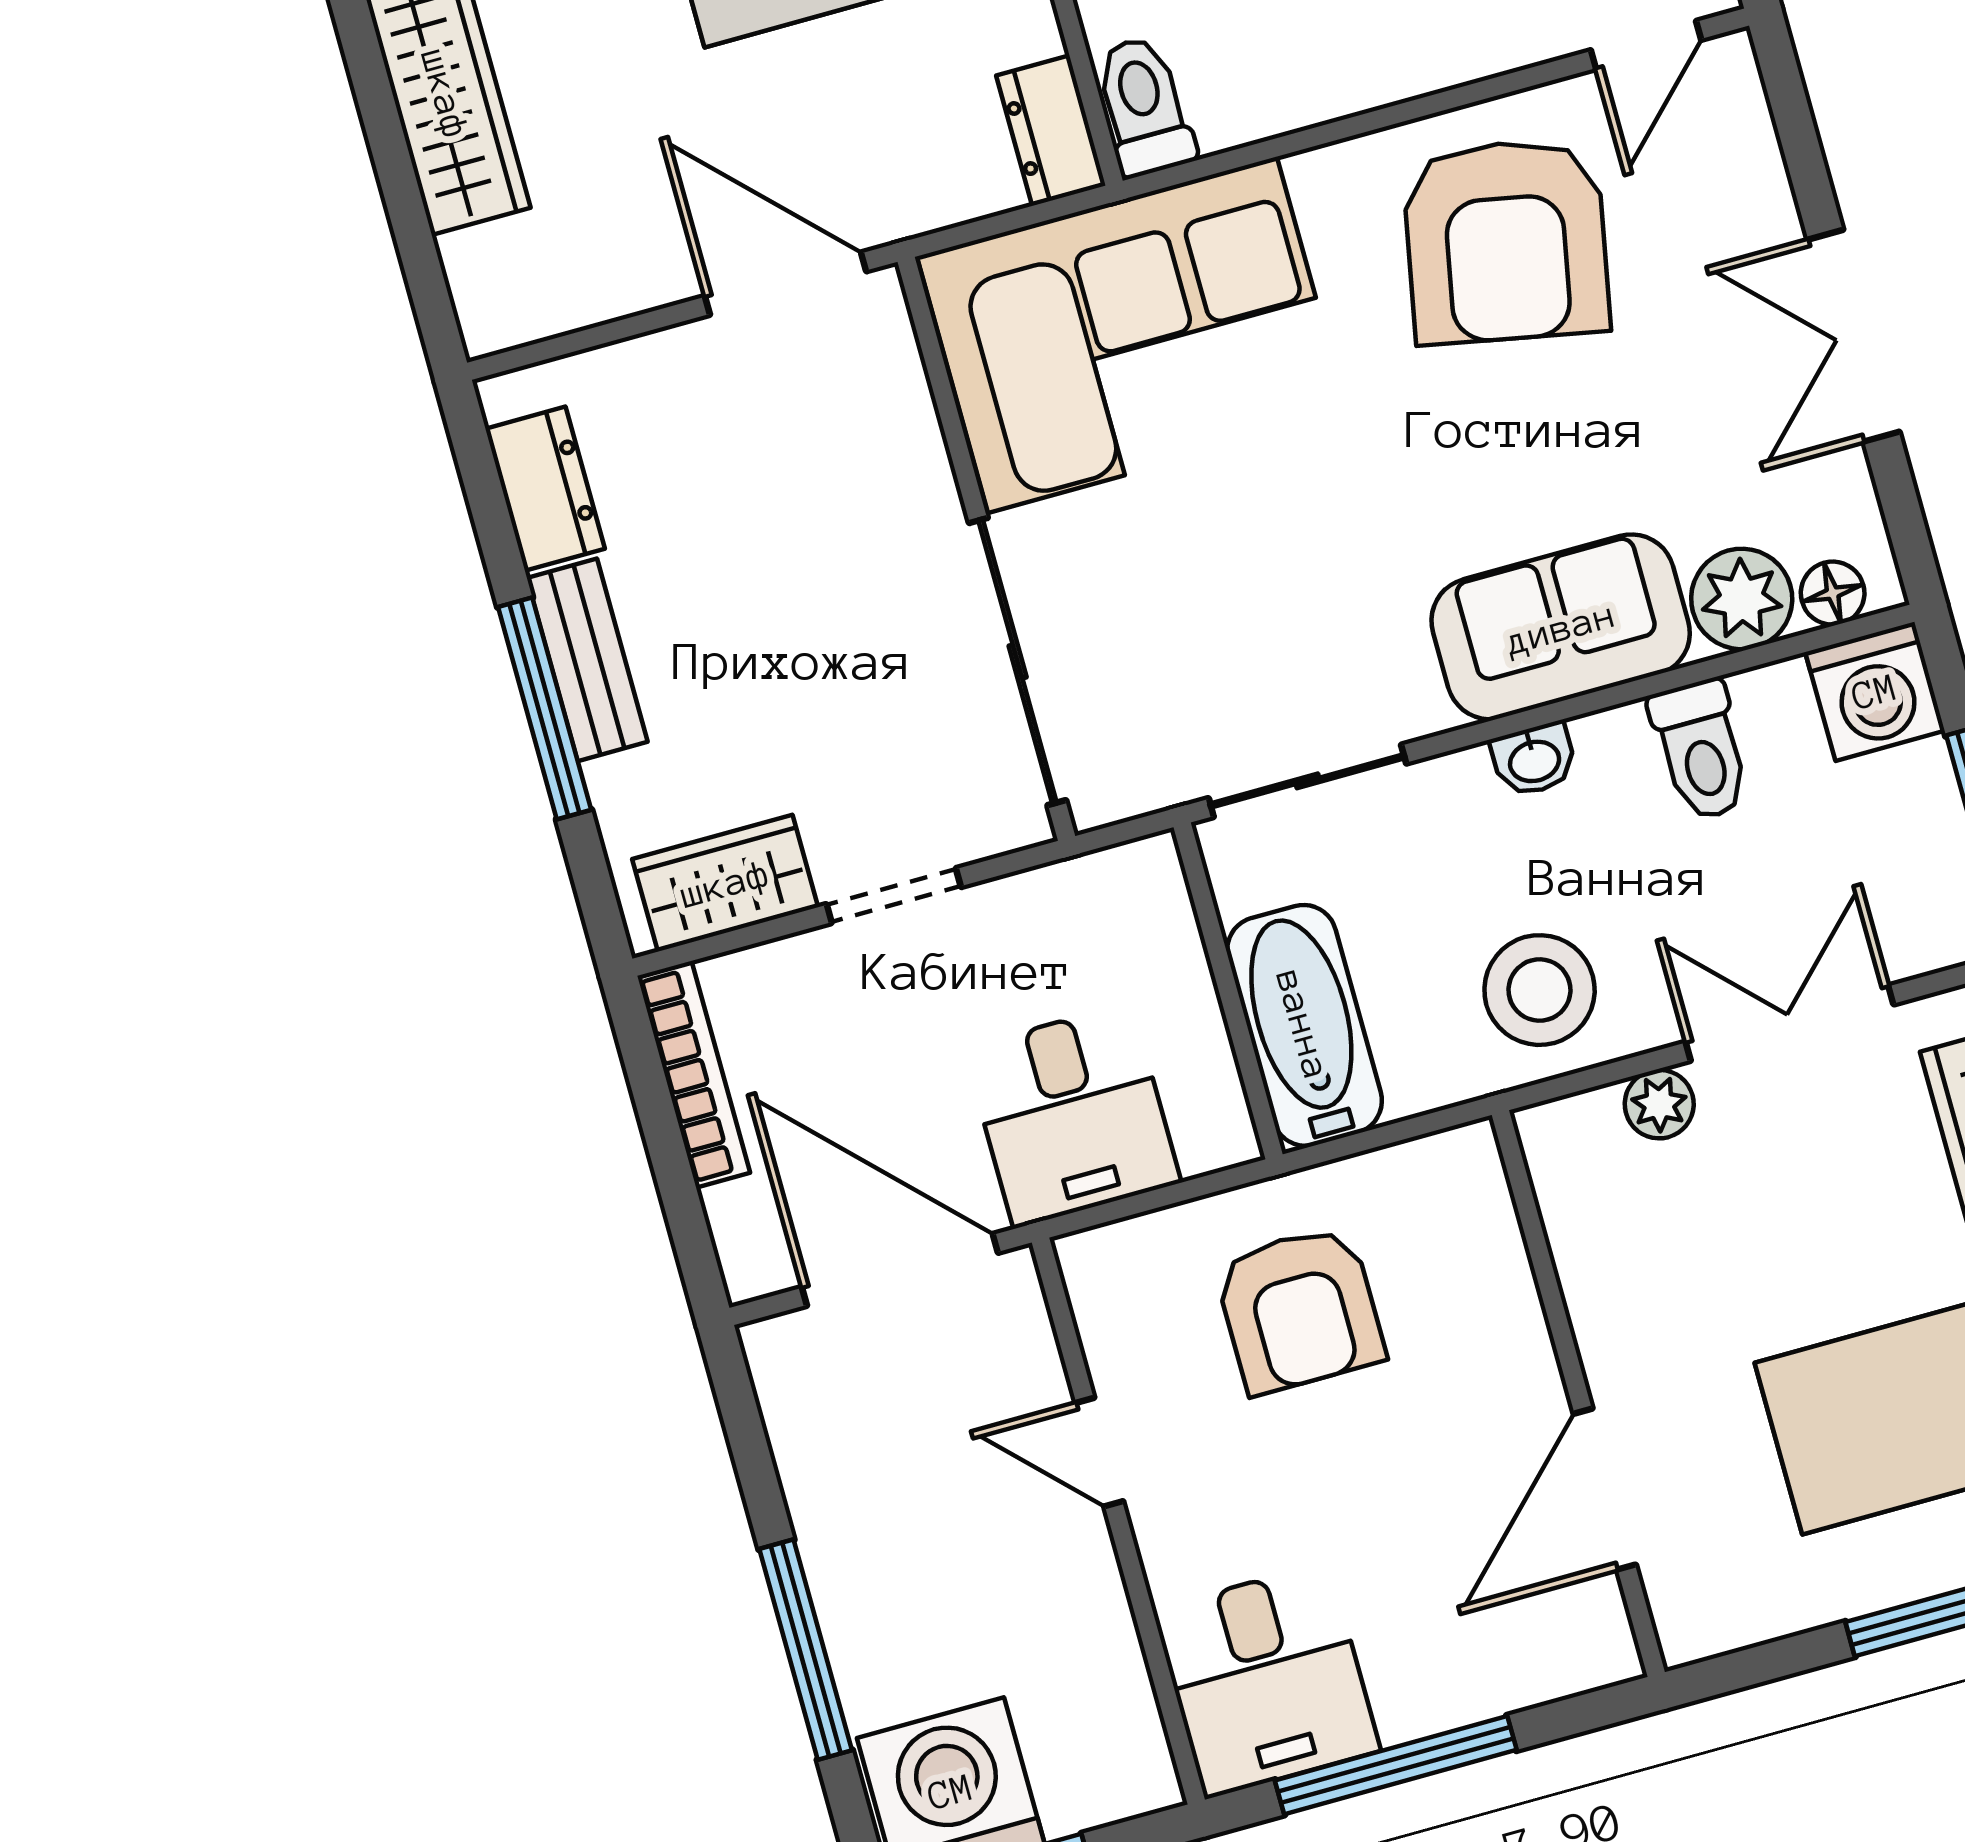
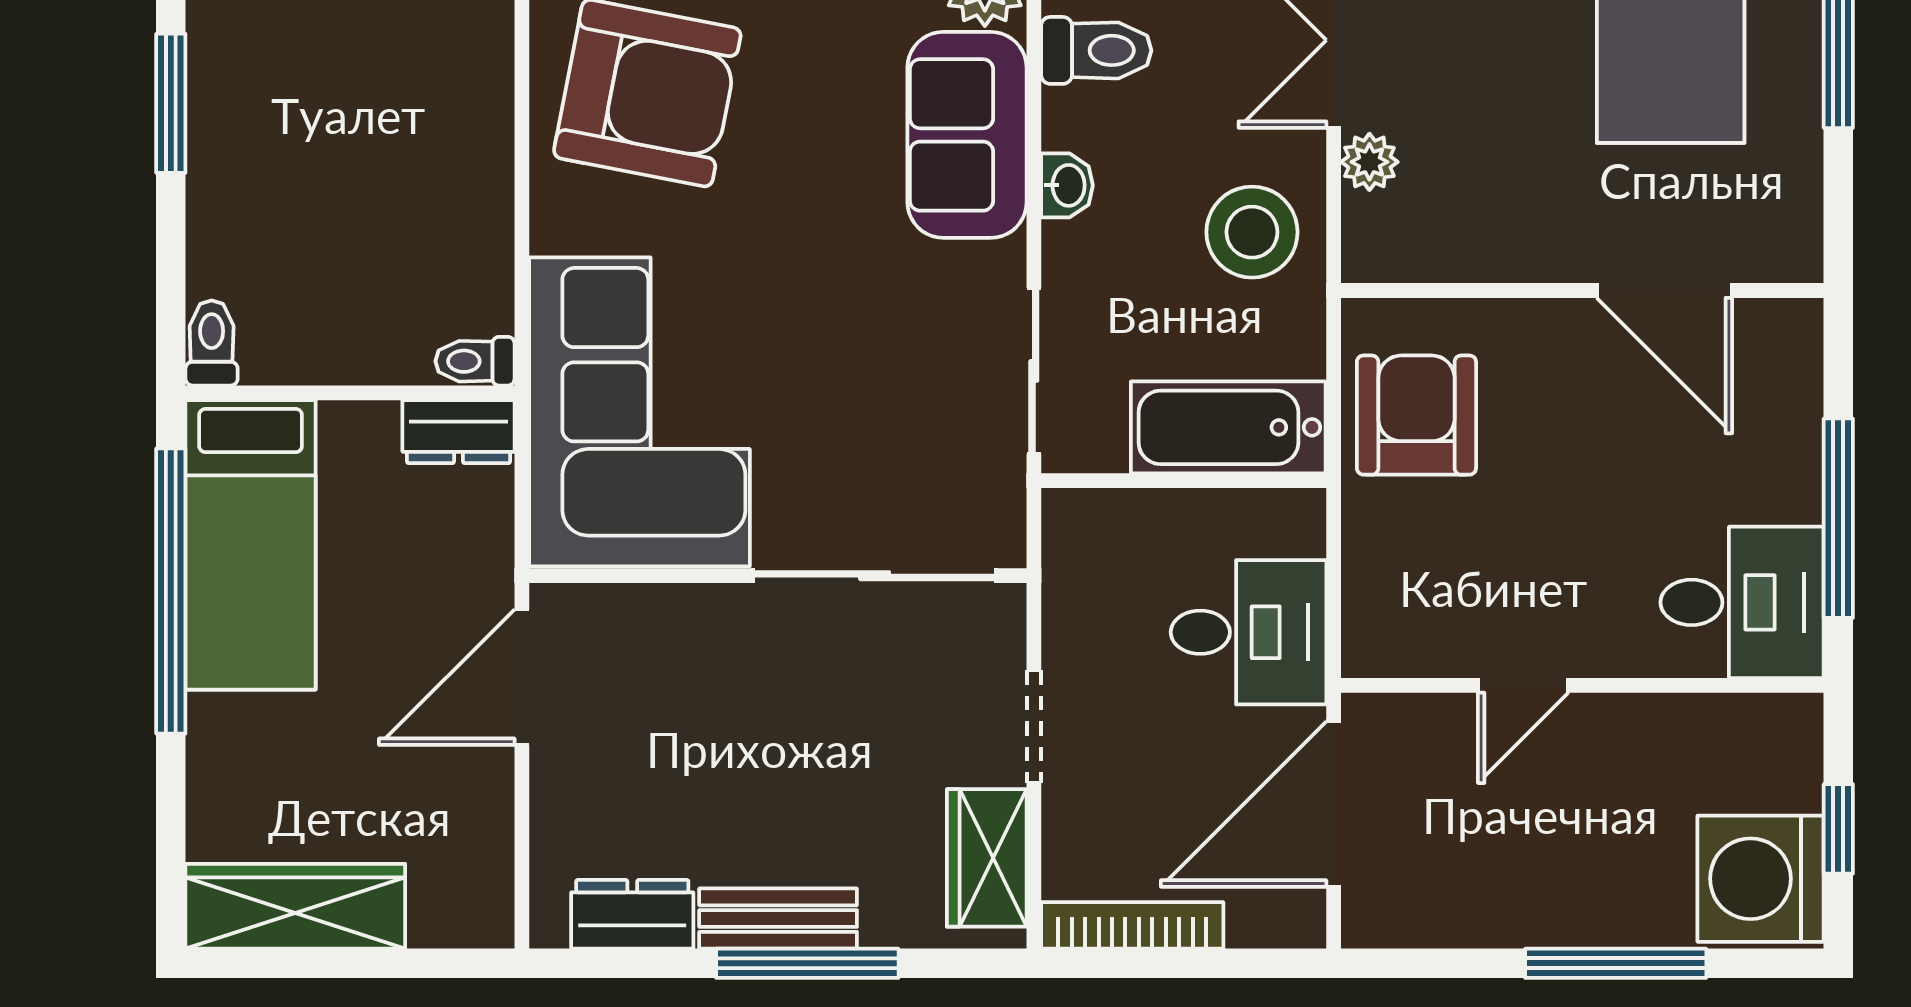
toilet: (1144, 106) -> (475, 361), width x0.73, depth x0.72
armchair: (1299, 1310) -> (1416, 415), moved, turned -90

